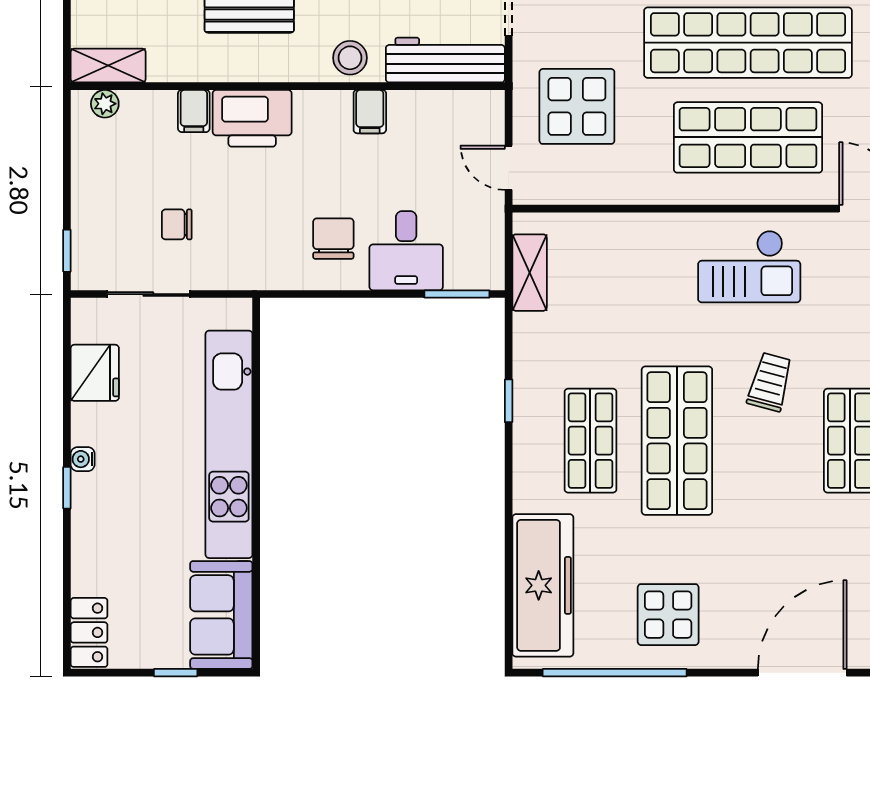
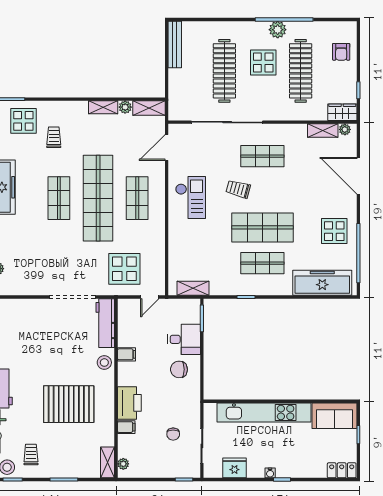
shop shelf: (748, 137) -> (137, 198), width x0.70, depth x0.74

